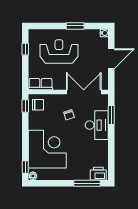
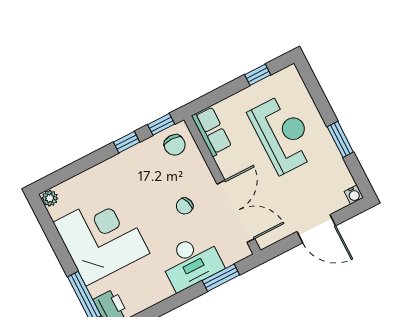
corner desk: (47, 149) -> (102, 238), moved, turned -90
window: (25, 167) -> (127, 142), moved

